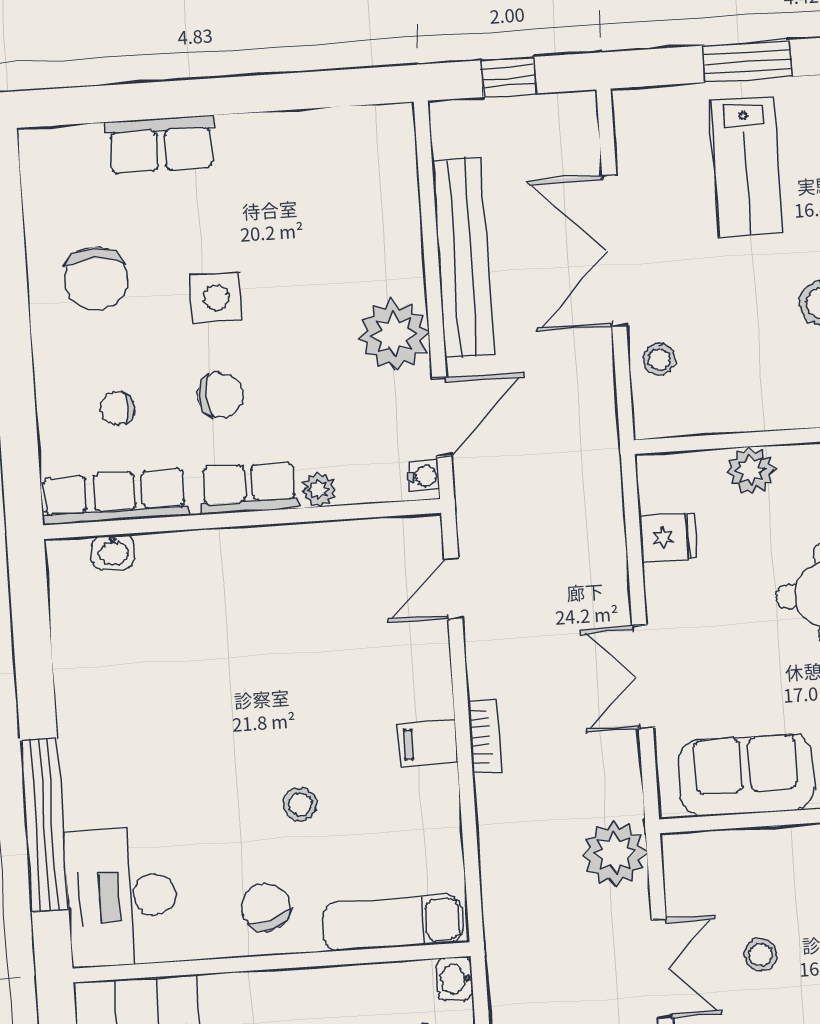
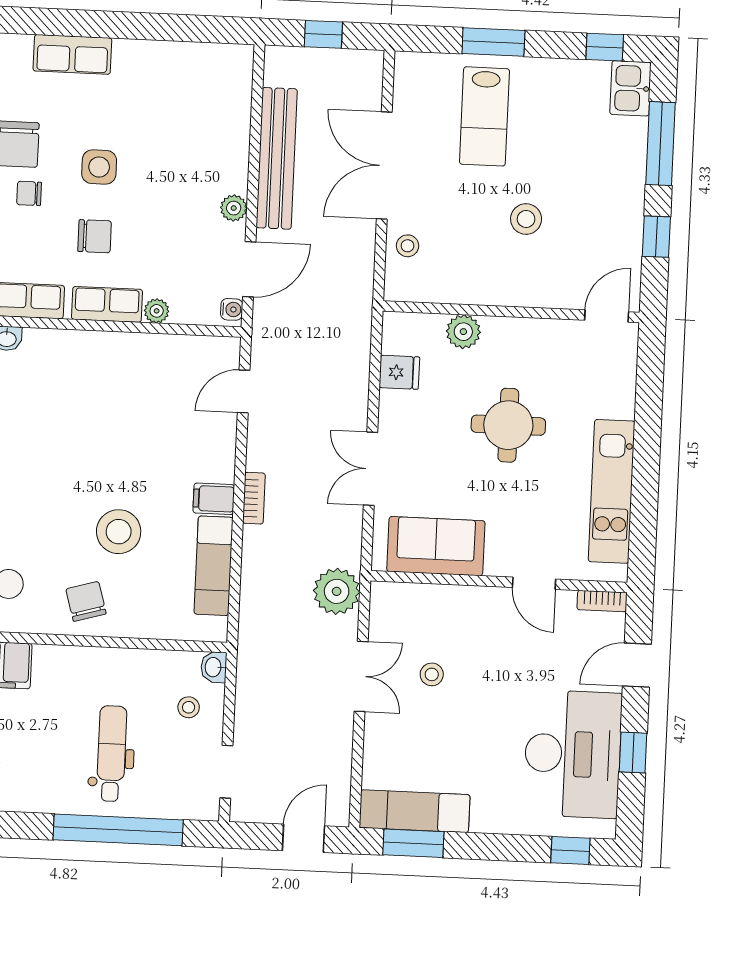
plant: (394, 335) -> (234, 208), width x0.53, depth x0.53
chair: (118, 408) -> (29, 193), moved
stool: (300, 804) -> (119, 532), width x1.89, depth x1.89
exam couch: (393, 923) -> (214, 566), moved, turned -90

